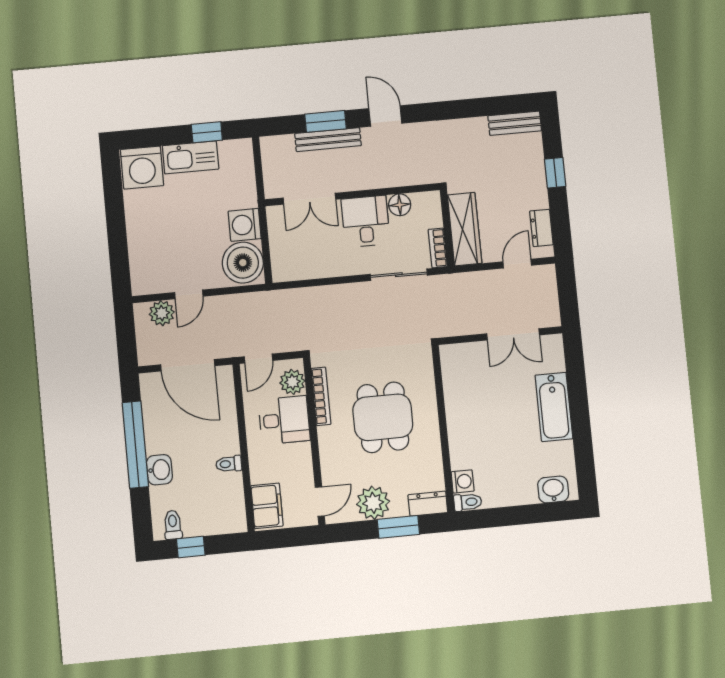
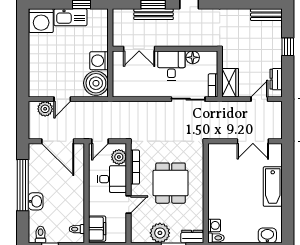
wardrobe: (465, 229) -> (230, 83), width x0.67
toilet: (229, 464) -> (77, 229), moved
door: (320, 502) -> (129, 205), moved

